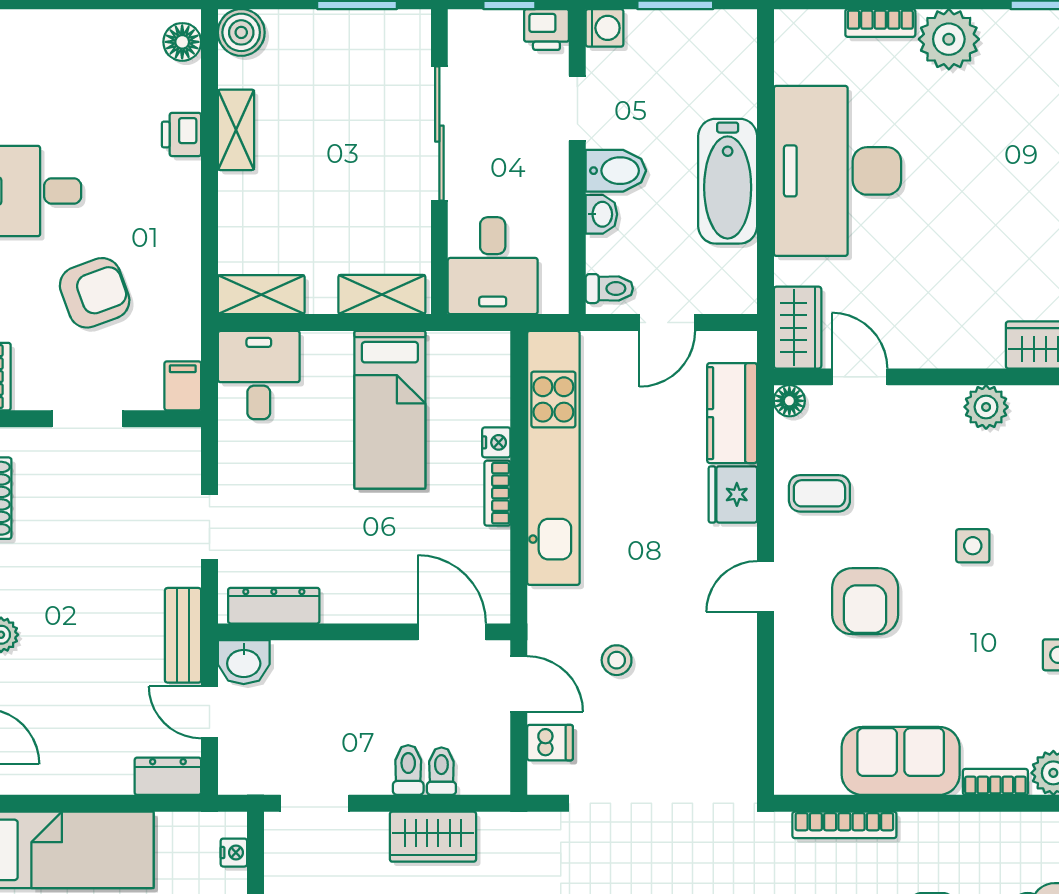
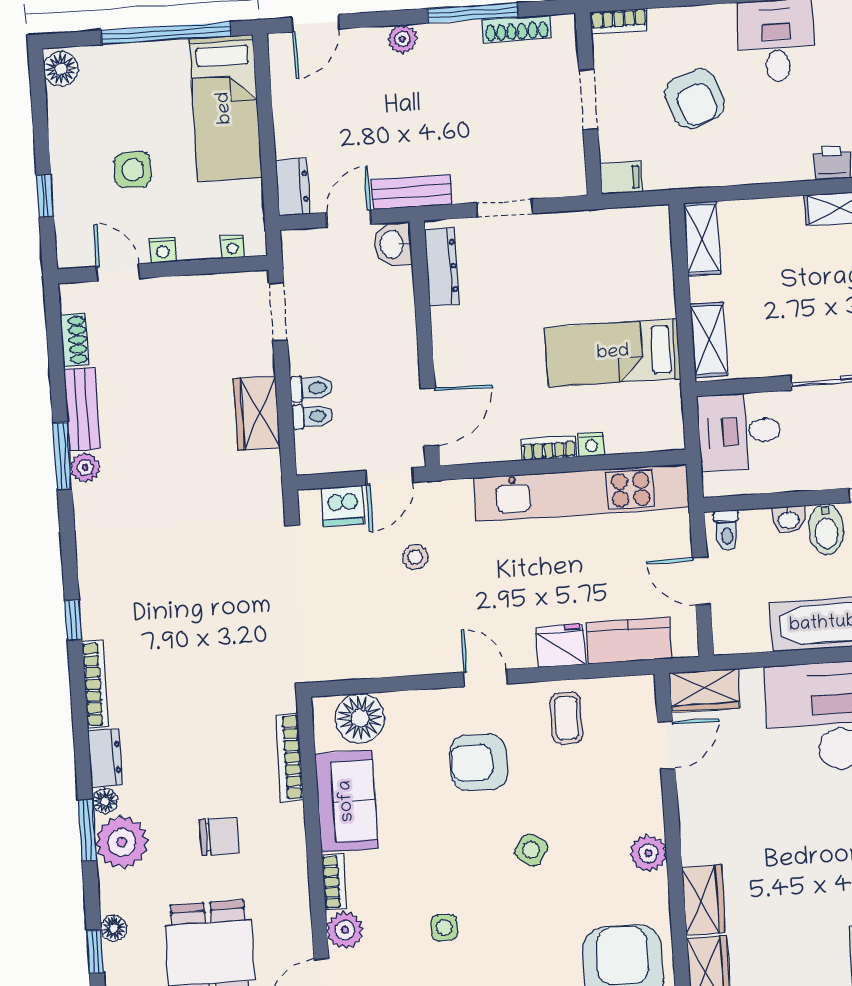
desk: (259, 375) -> (635, 241), removed
floor lamp: (789, 401) -> (360, 718), moved, width x1.89, depth x1.89
side table: (973, 546) -> (531, 850), turned 35
dishwasher: (550, 743) -> (342, 506), width x1.38

